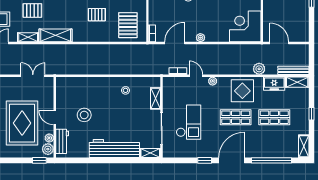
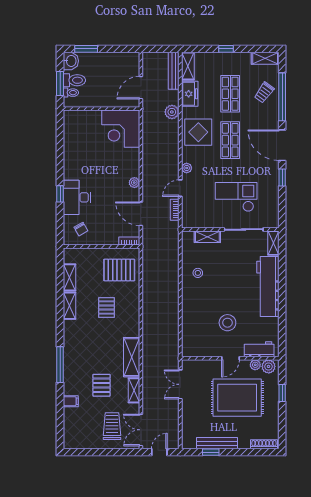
trolley: (275, 145) -> (264, 93), added
window: (39, 160) -> (282, 393), moved

